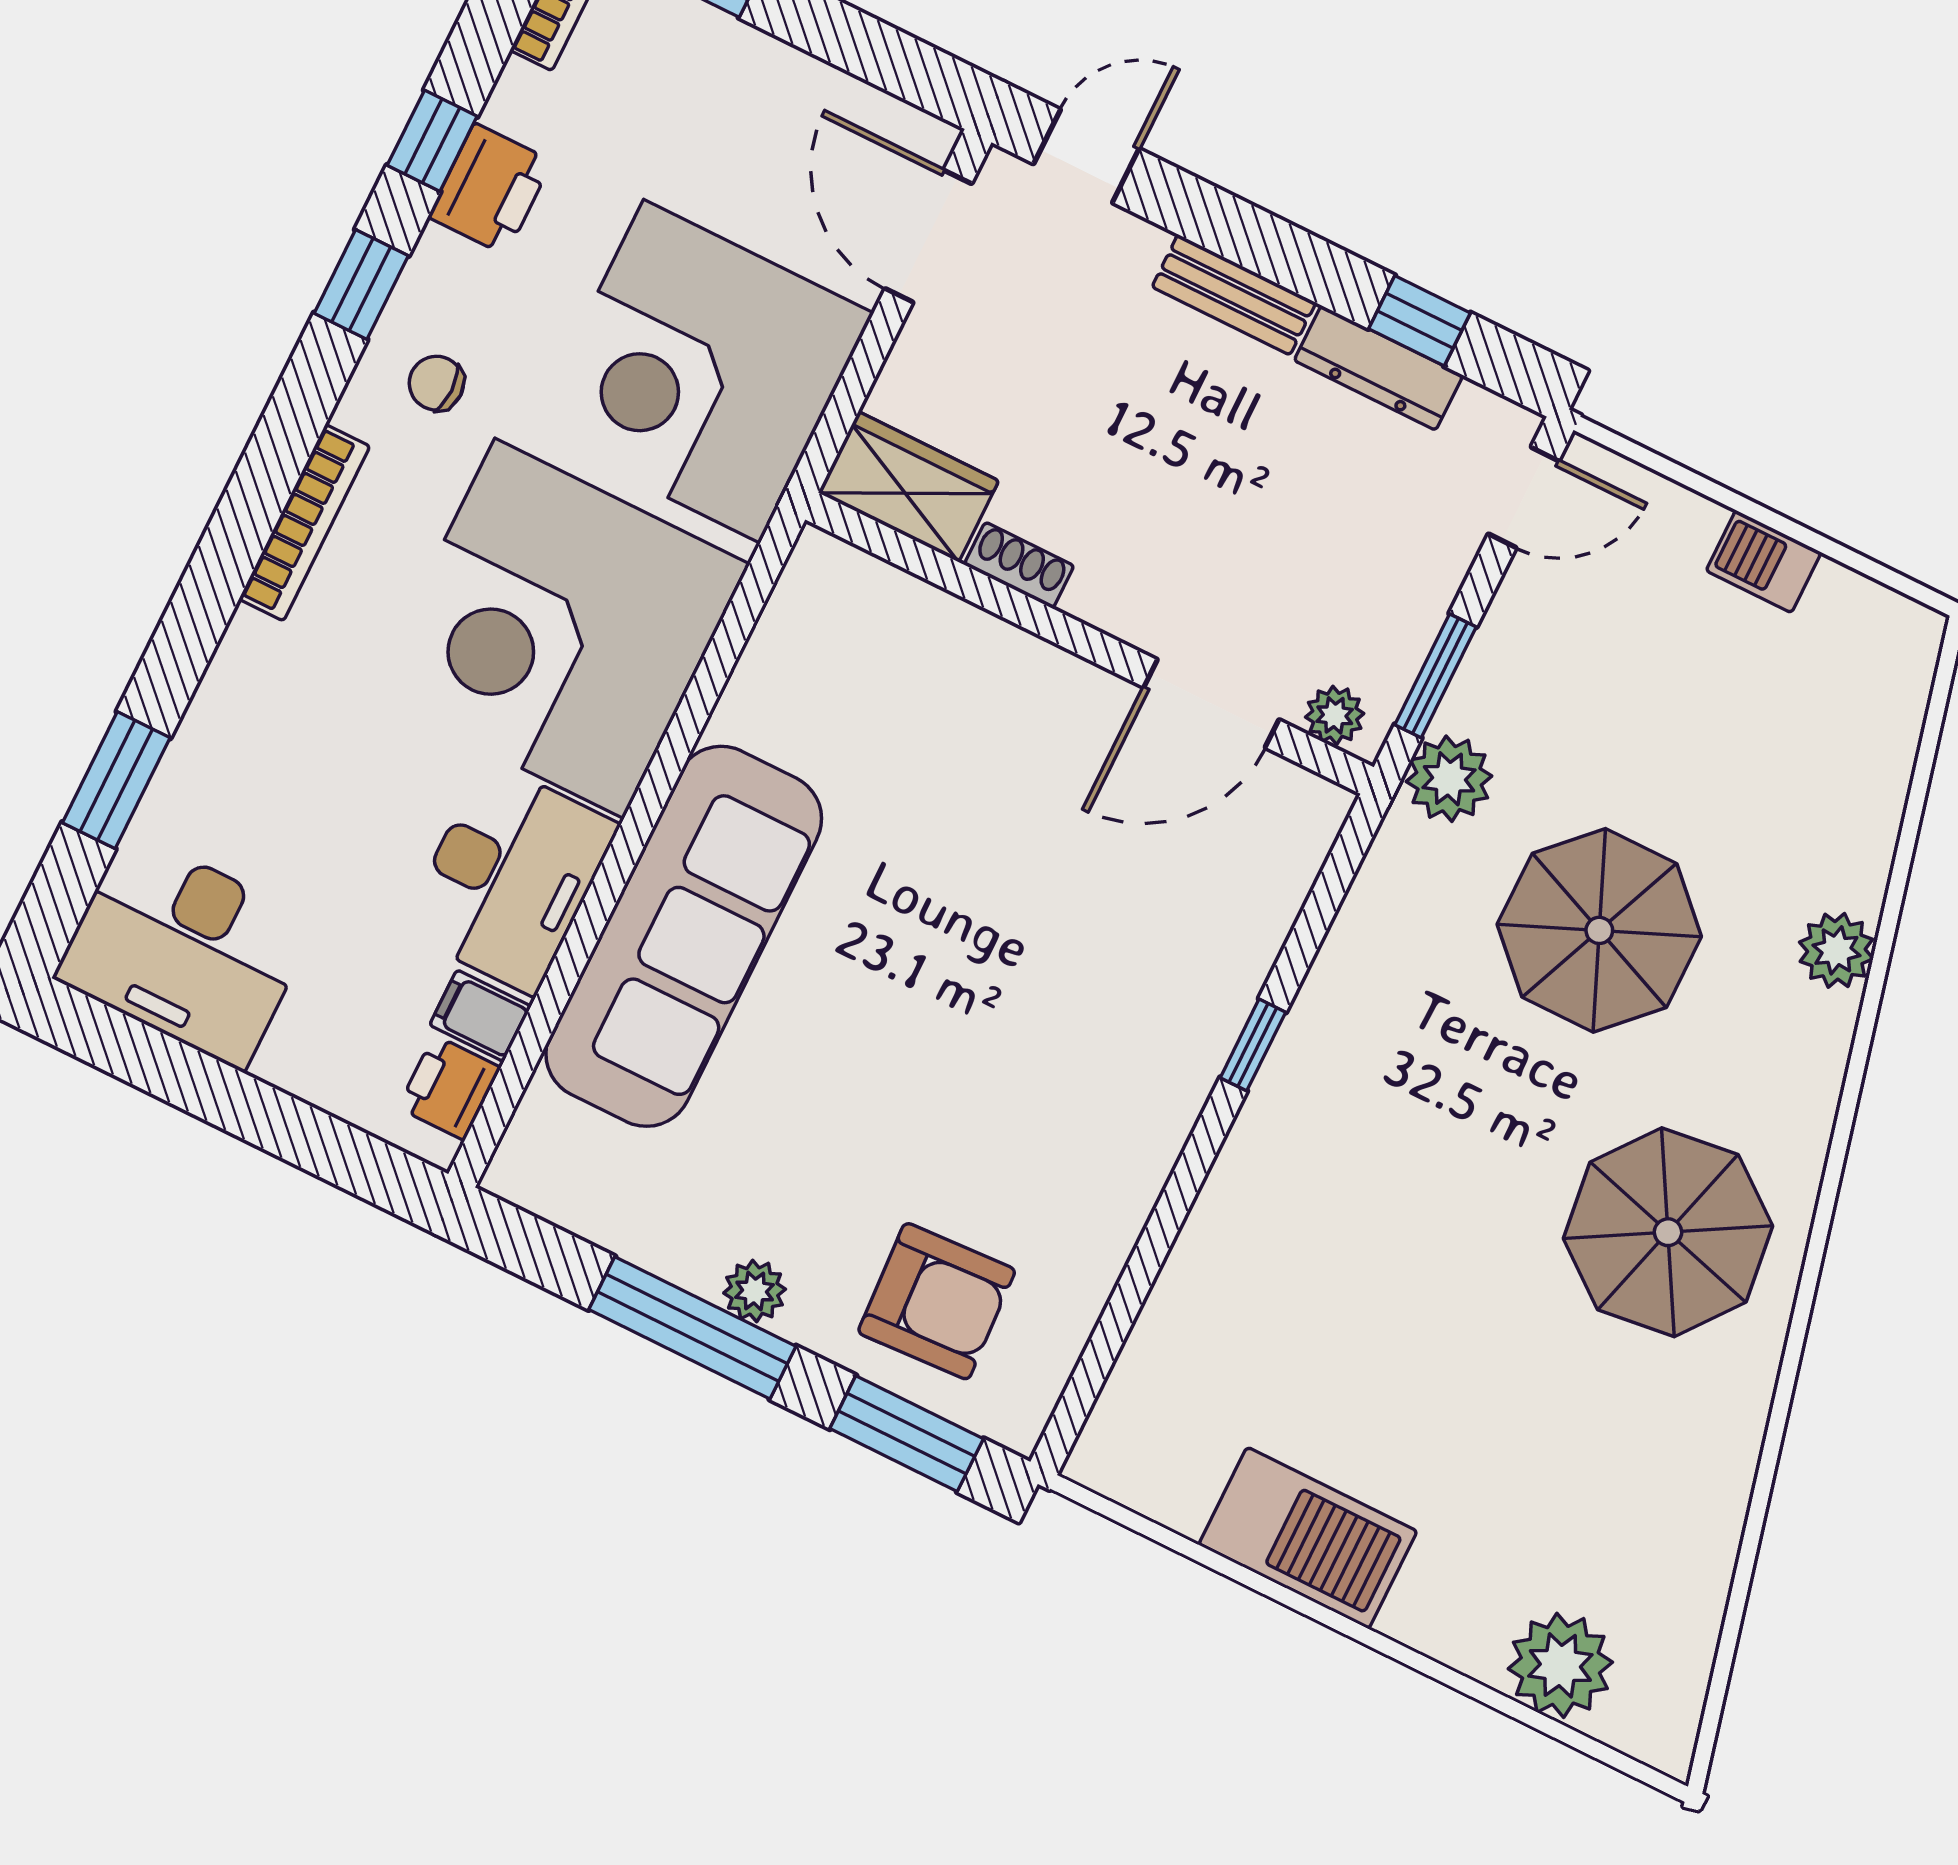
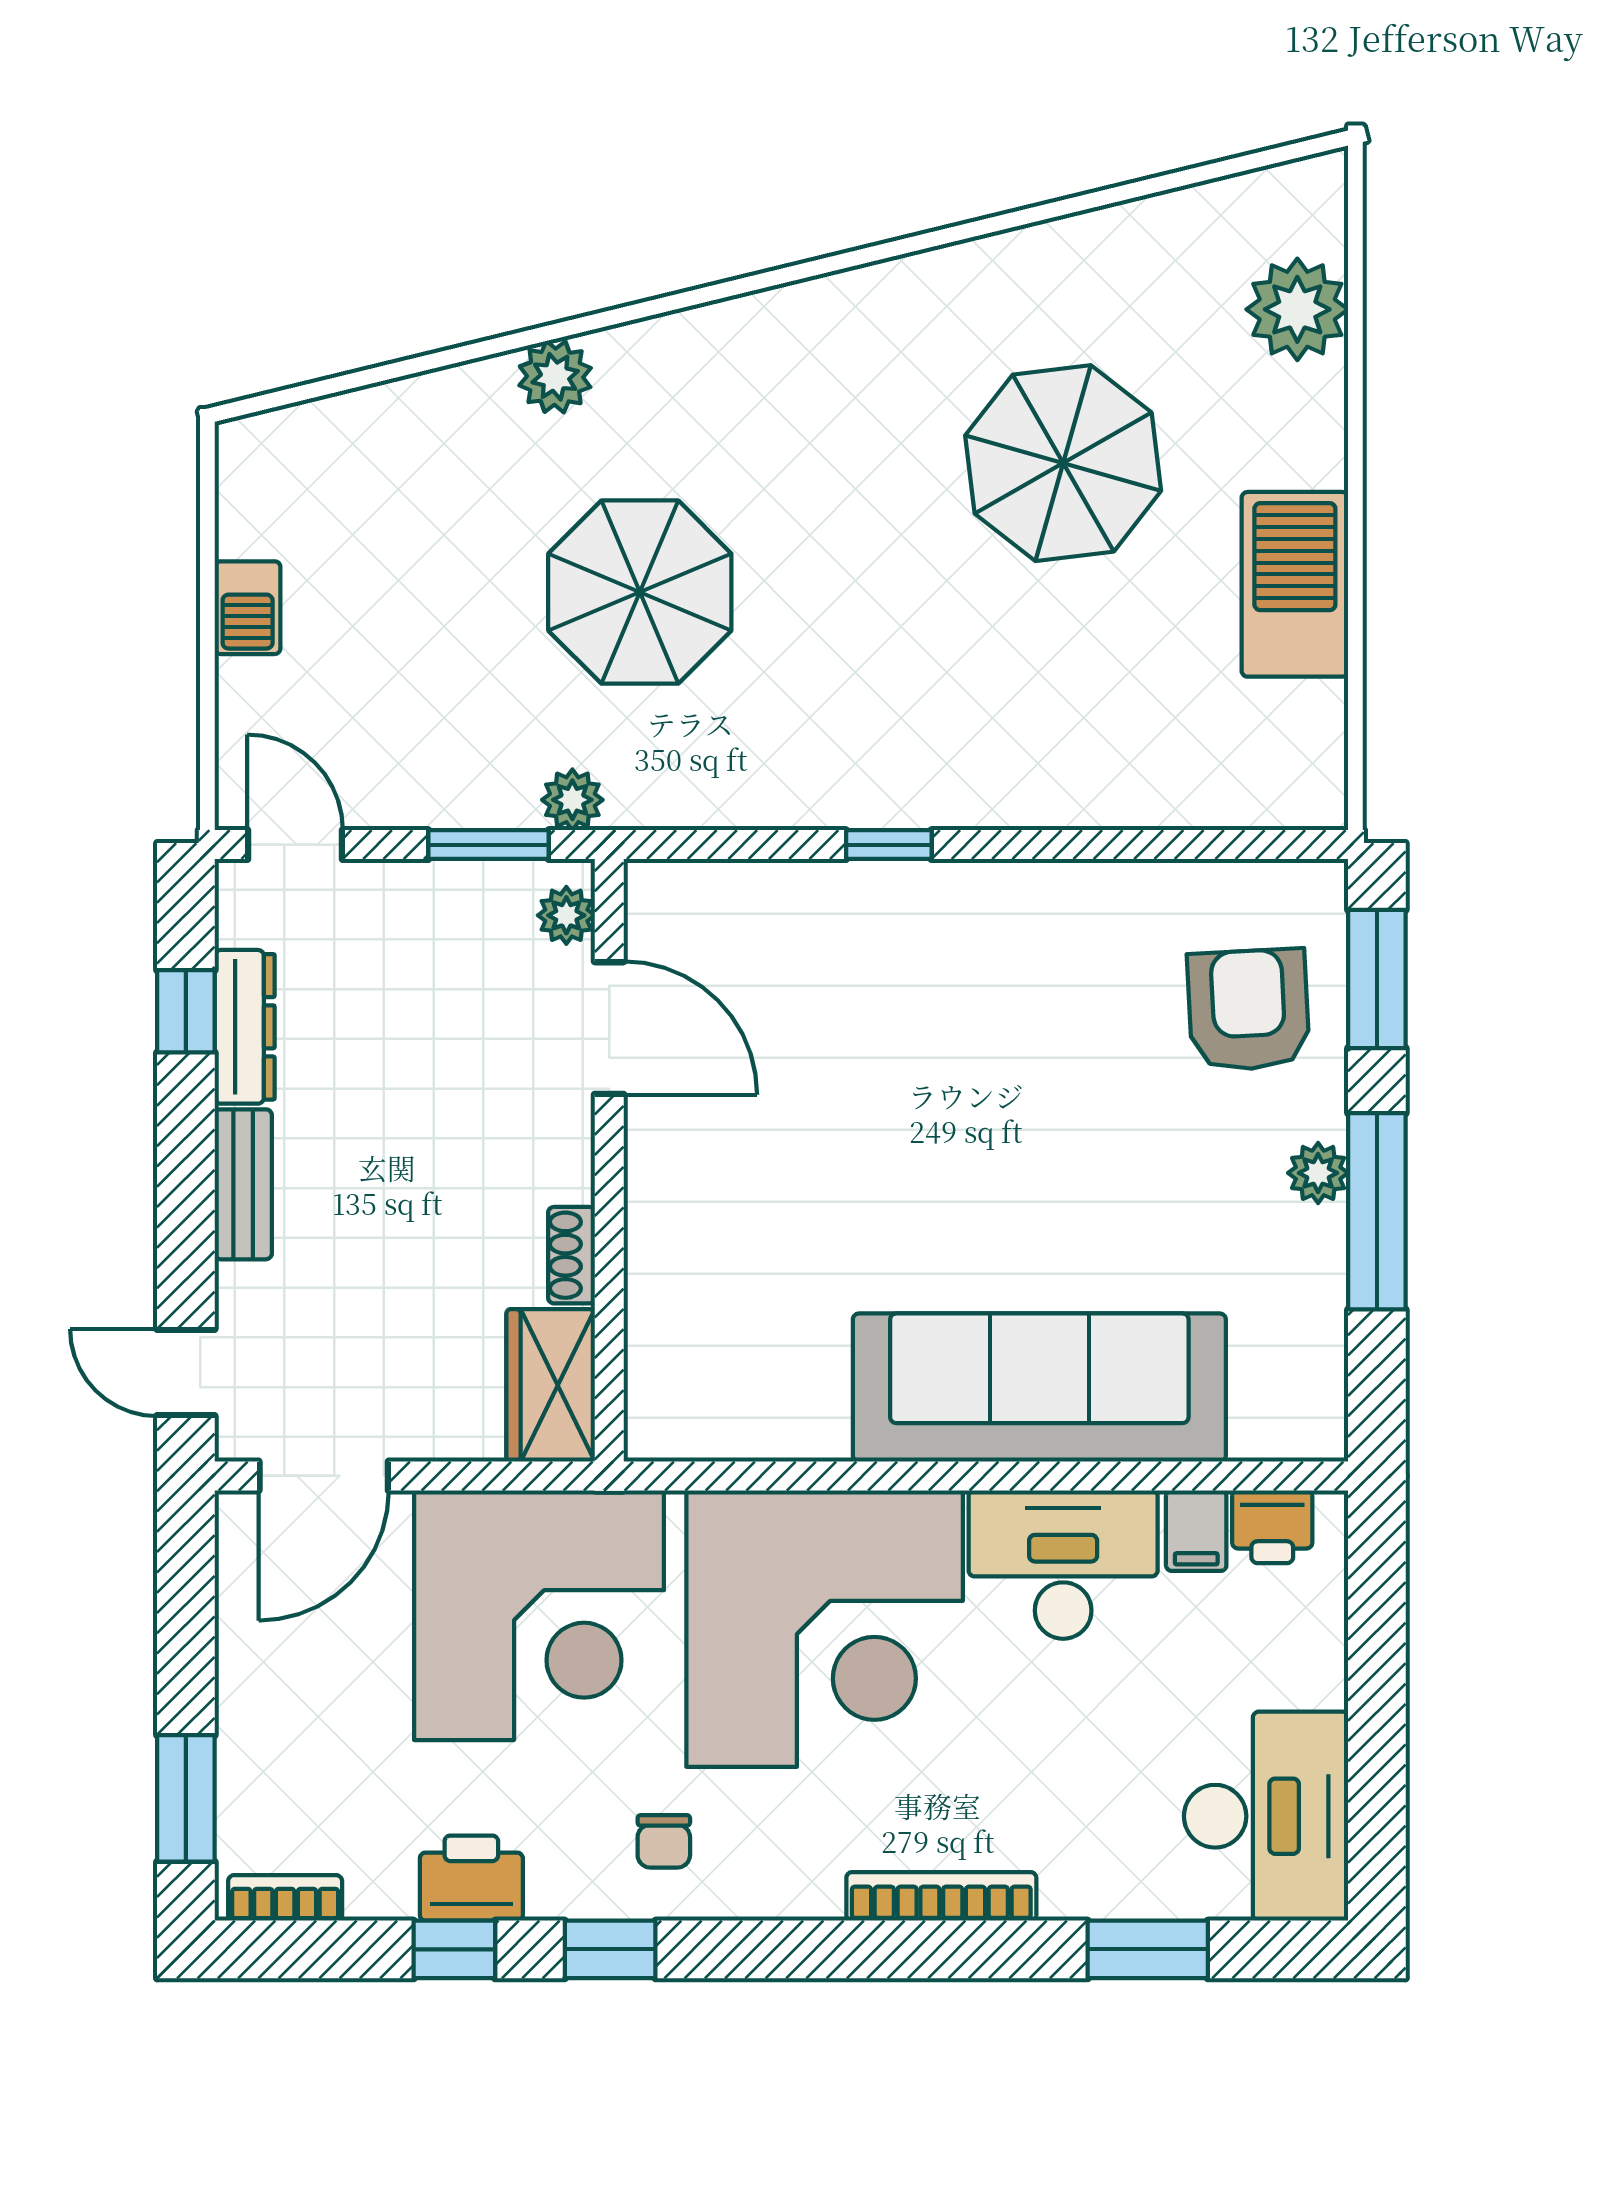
bookcase: (304, 523) -> (941, 1896), moved
plant: (1449, 779) -> (572, 800), width x0.73, depth x0.73
parasol: (1668, 1232) -> (1063, 463), moved

